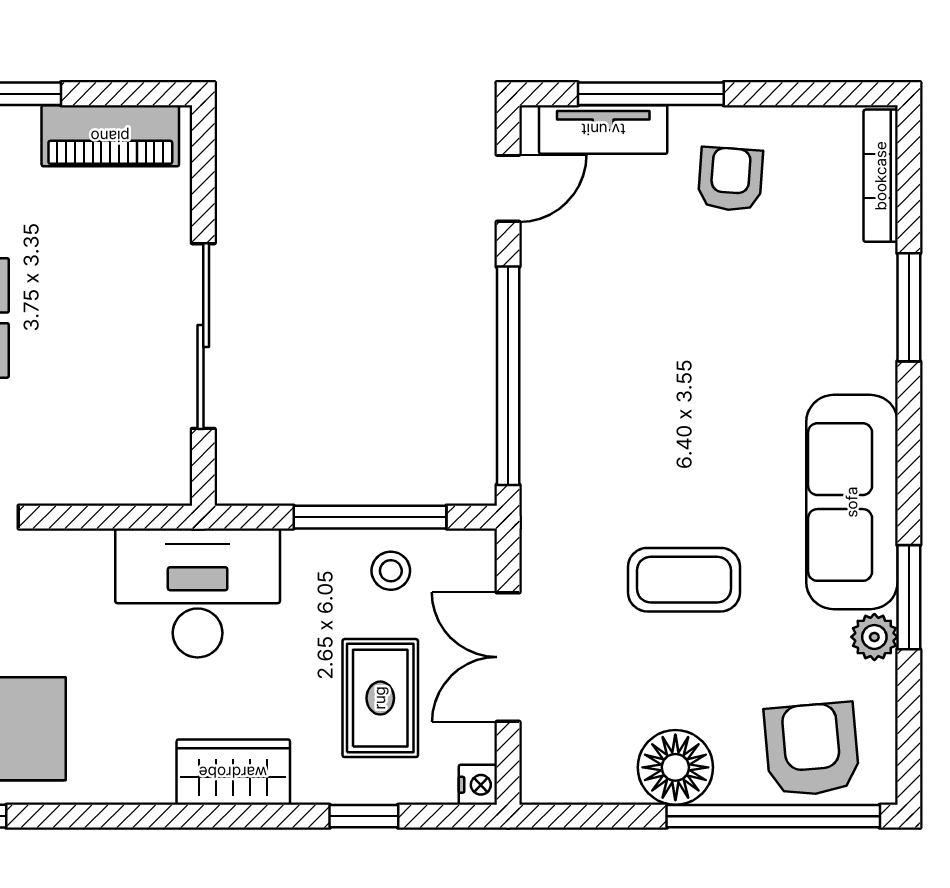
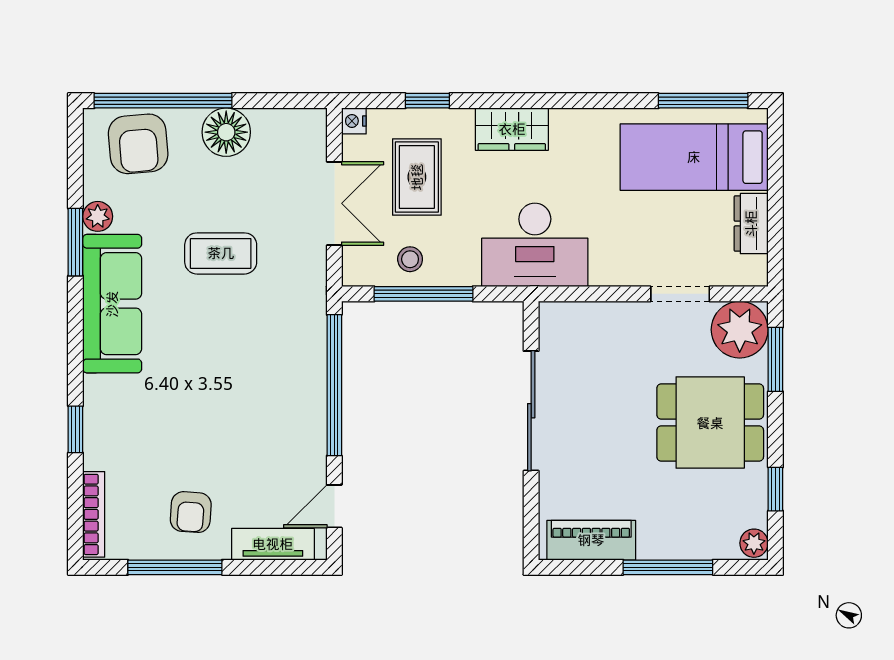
window: (651, 94) -> (175, 567), moved
window: (909, 307) -> (75, 429), width x0.67

